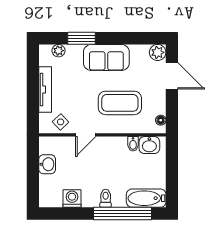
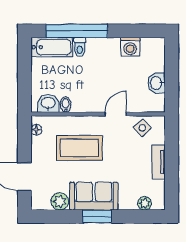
window: (82, 38) -> (97, 216), moved
plant: (158, 52) -> (60, 201), moved
tv unit: (45, 89) -> (159, 162), width x0.71
toilet: (106, 198) -> (80, 47), moved

